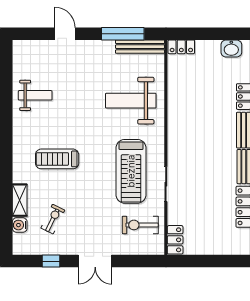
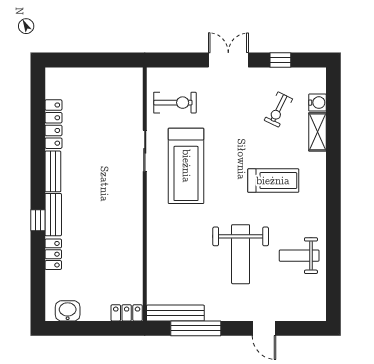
weight bench: (131, 101) -> (241, 254), moved, turned 90
treadmill: (131, 171) -> (186, 166), turned 180
locker: (175, 240) -> (134, 85), removed

